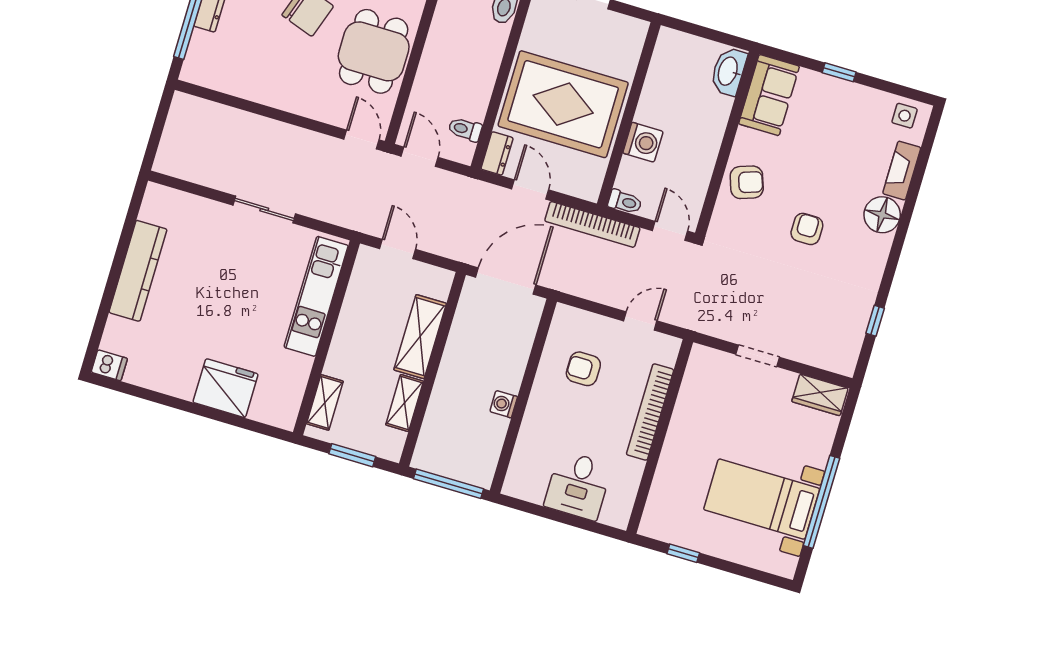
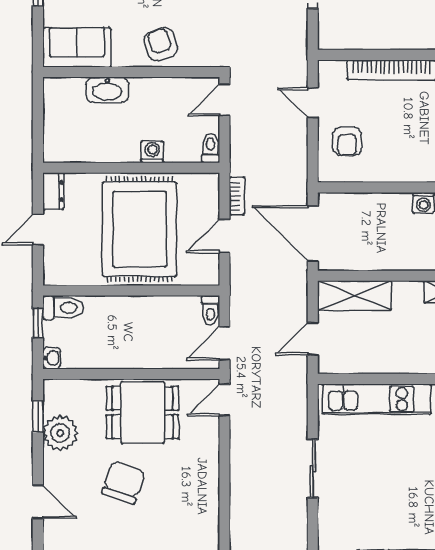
washbasin: (729, 71) -> (107, 90), moved
toilet: (465, 129) -> (210, 310), moved
washing machine: (643, 142) -> (152, 152), width x0.73, depth x0.73
dresser: (497, 153) -> (53, 191), moved, turned 90
bookcase: (592, 224) -> (237, 196), width x0.43, depth x0.76
shelving: (420, 337) -> (355, 295), moved
armchair: (583, 369) -> (347, 141), moved

